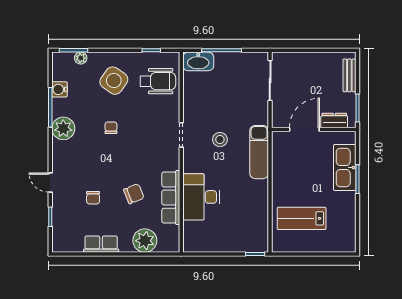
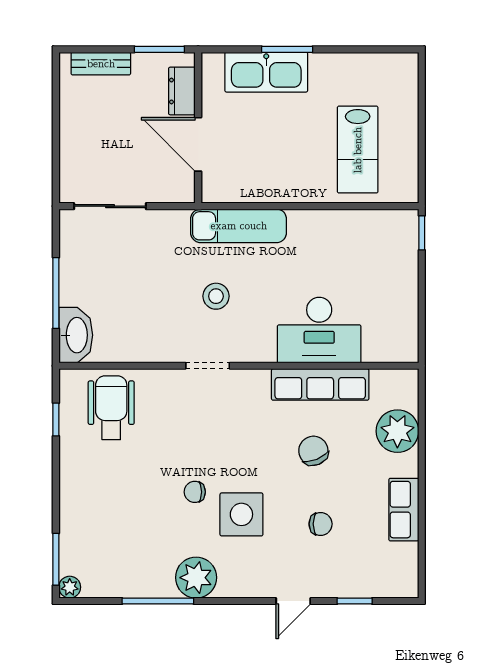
plant: (81, 58) -> (70, 587), moved
side table: (114, 81) -> (241, 514), moved, turned -35
water cooler: (59, 89) -> (126, 584), removed

